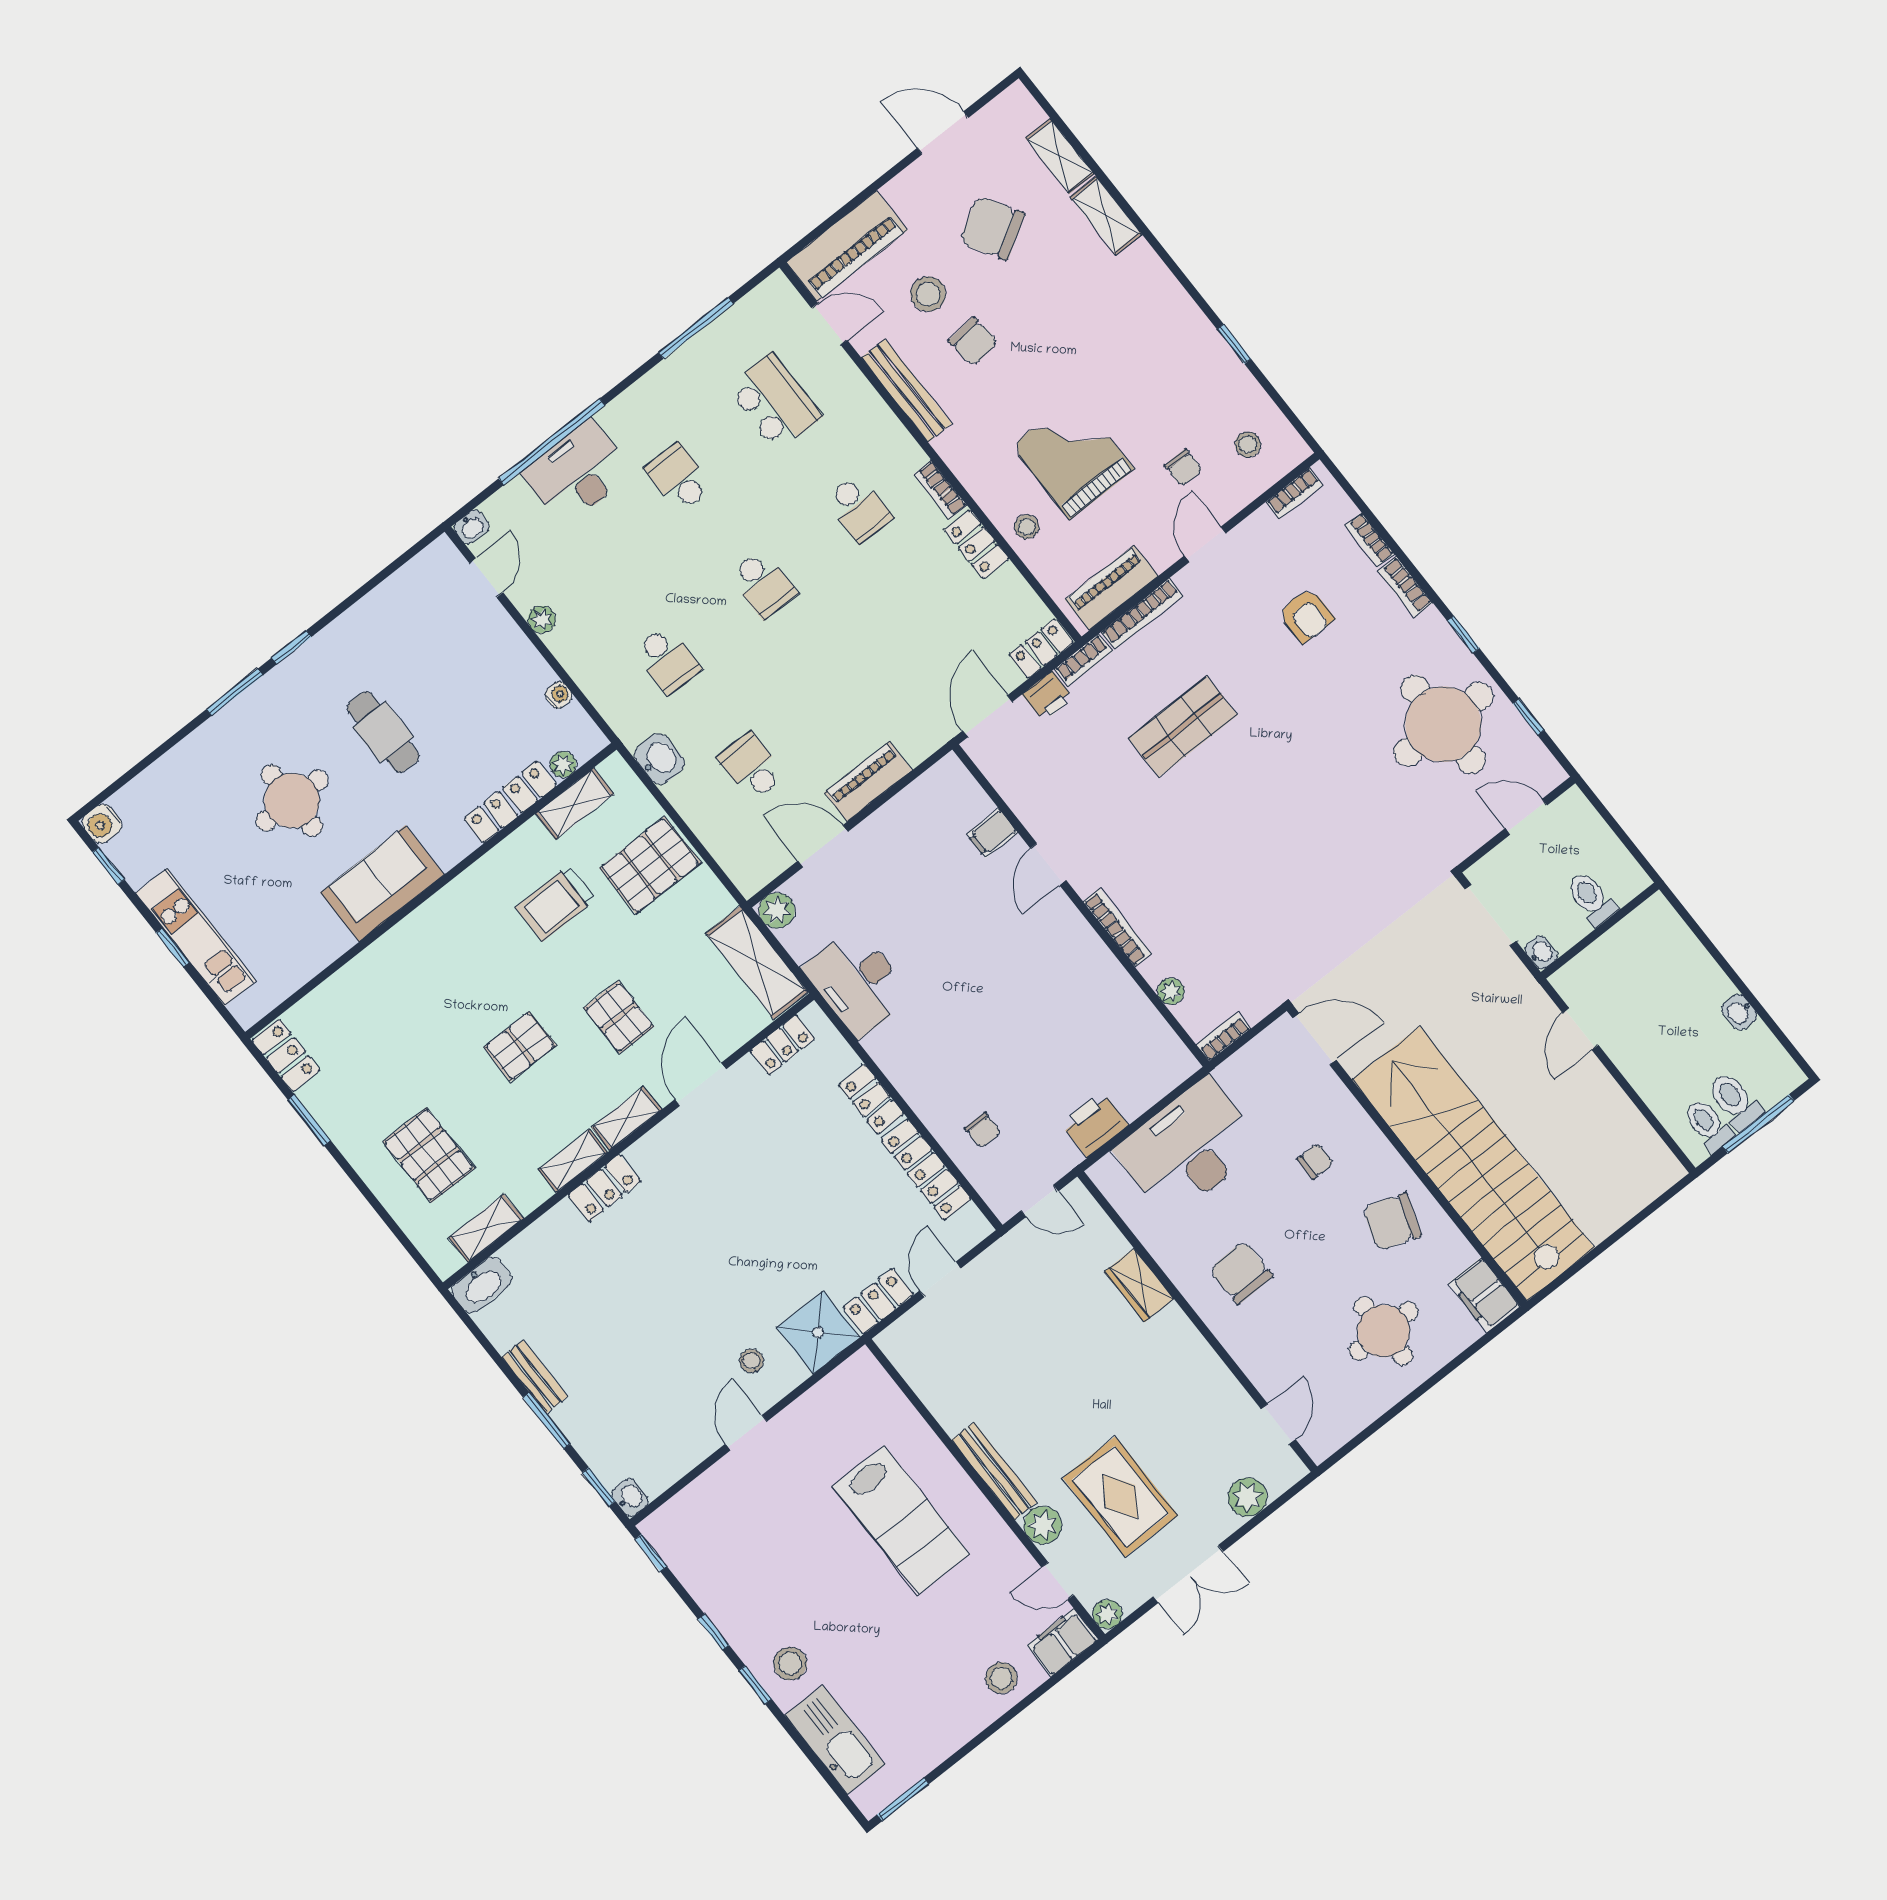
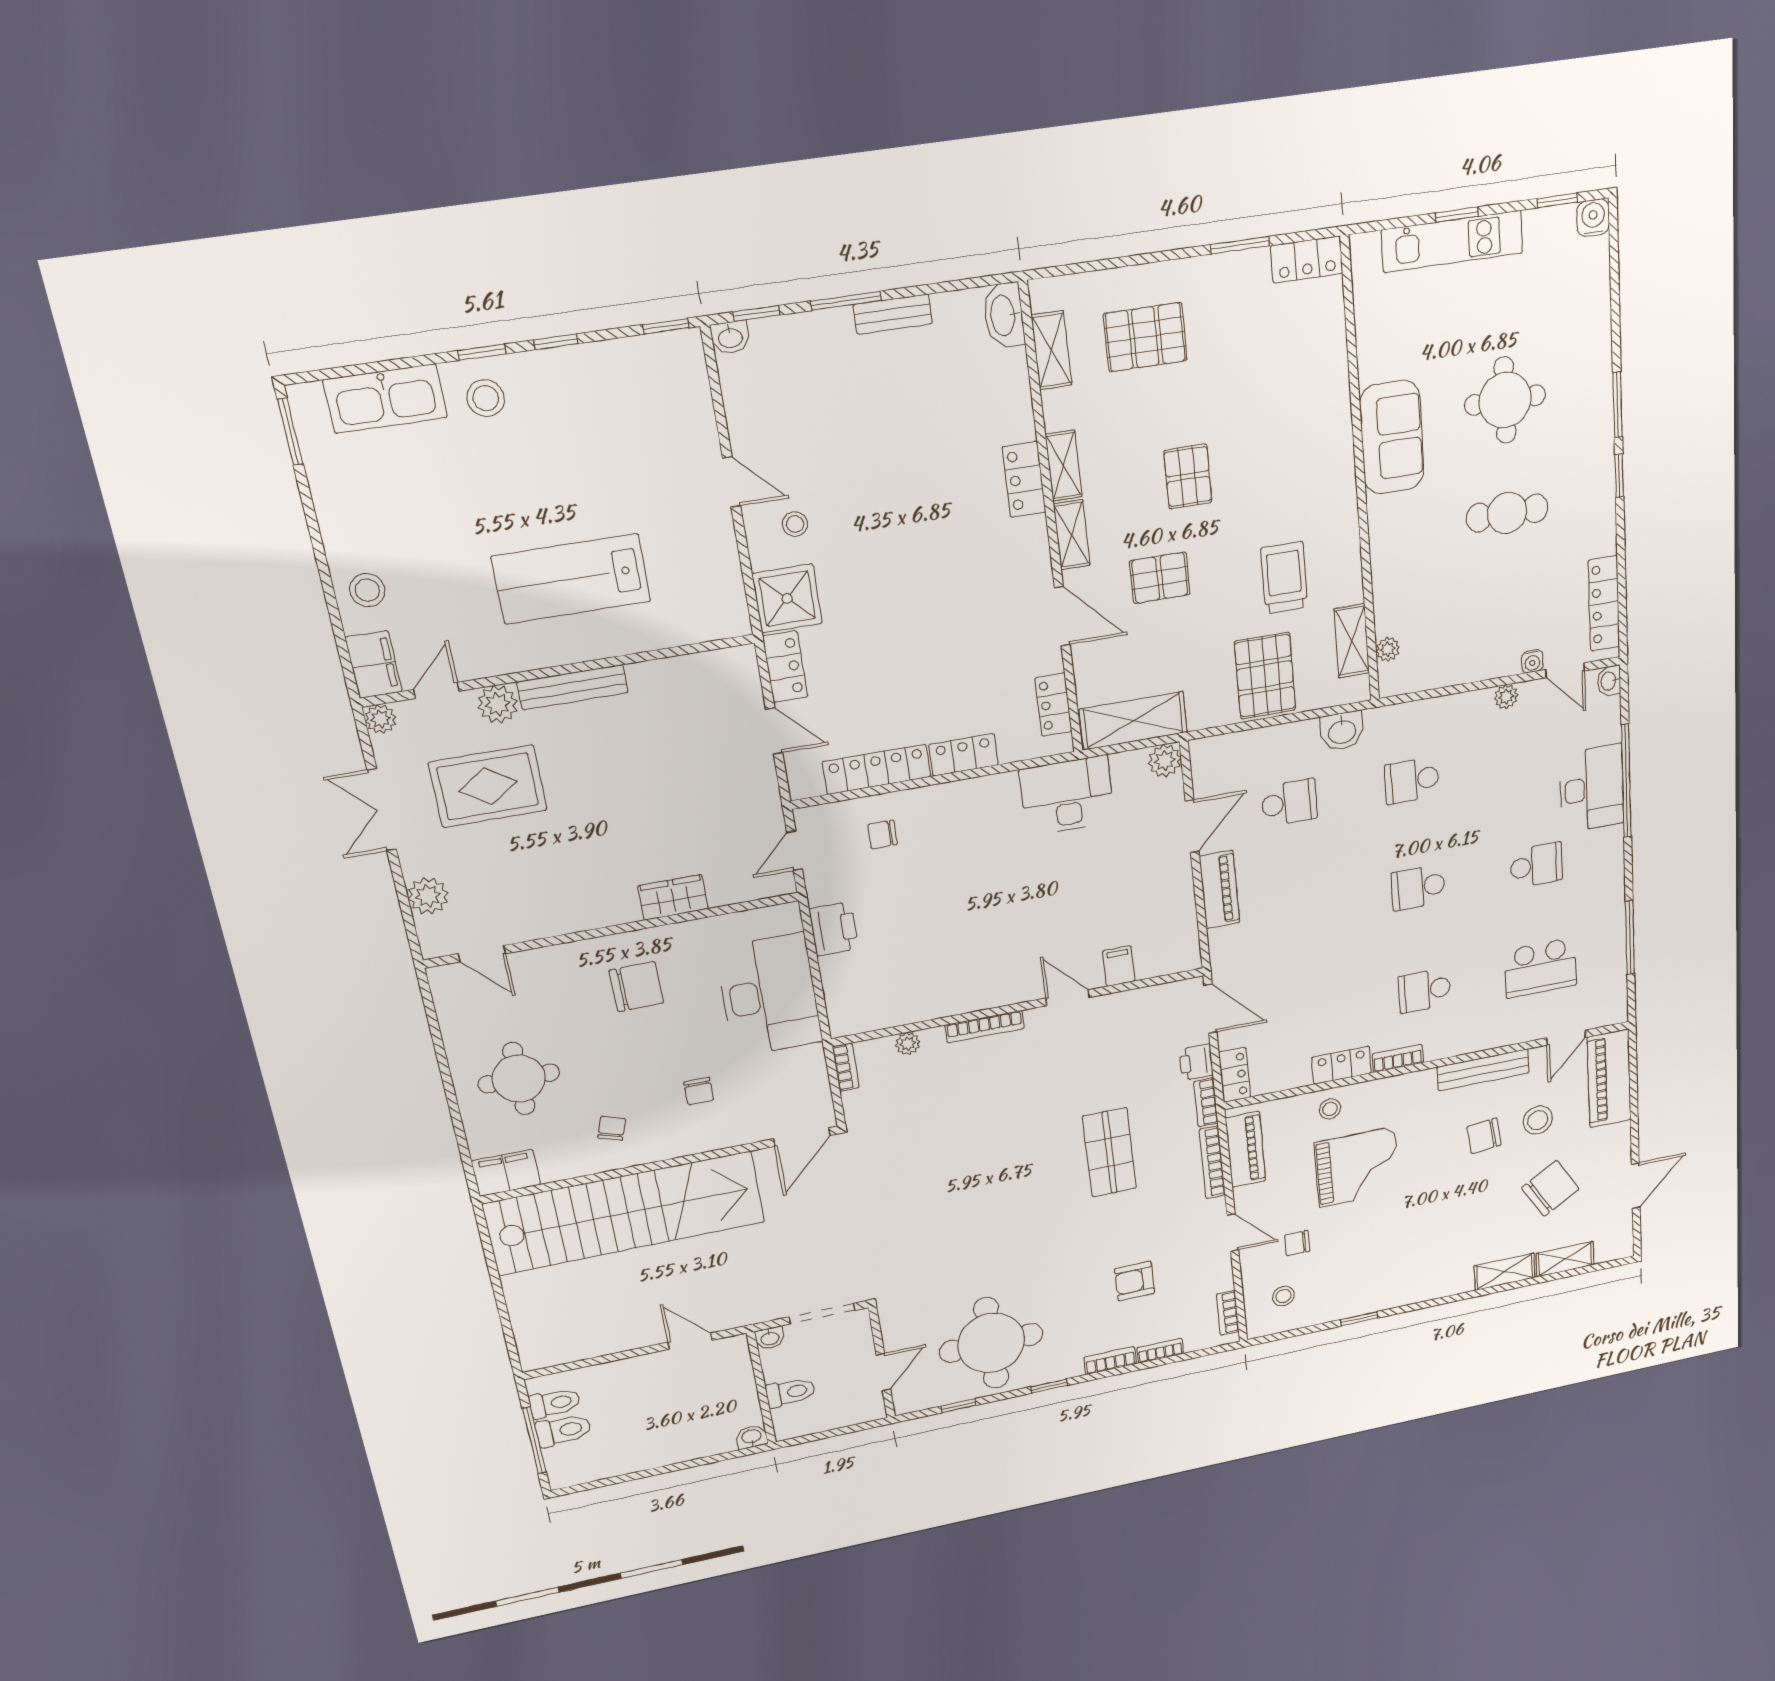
water cooler: (559, 695) -> (1532, 661), moved
locker: (510, 802) -> (1604, 604), moved, turned 180
washbasin: (1739, 1012) -> (752, 1437), moved
chair: (1392, 1222) -> (612, 1128), width x0.54, depth x0.54

